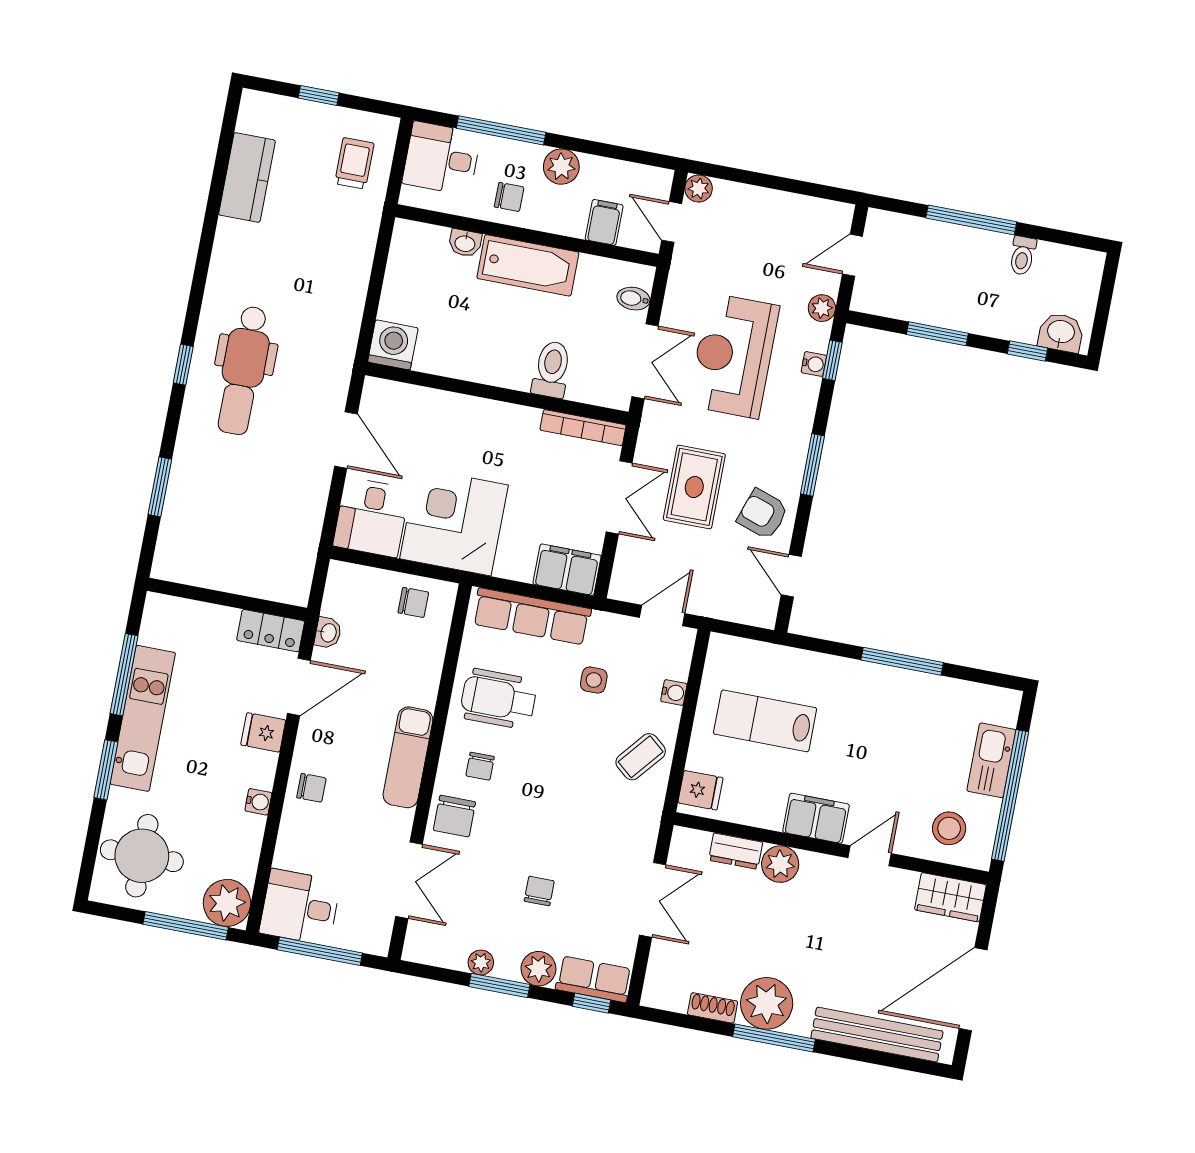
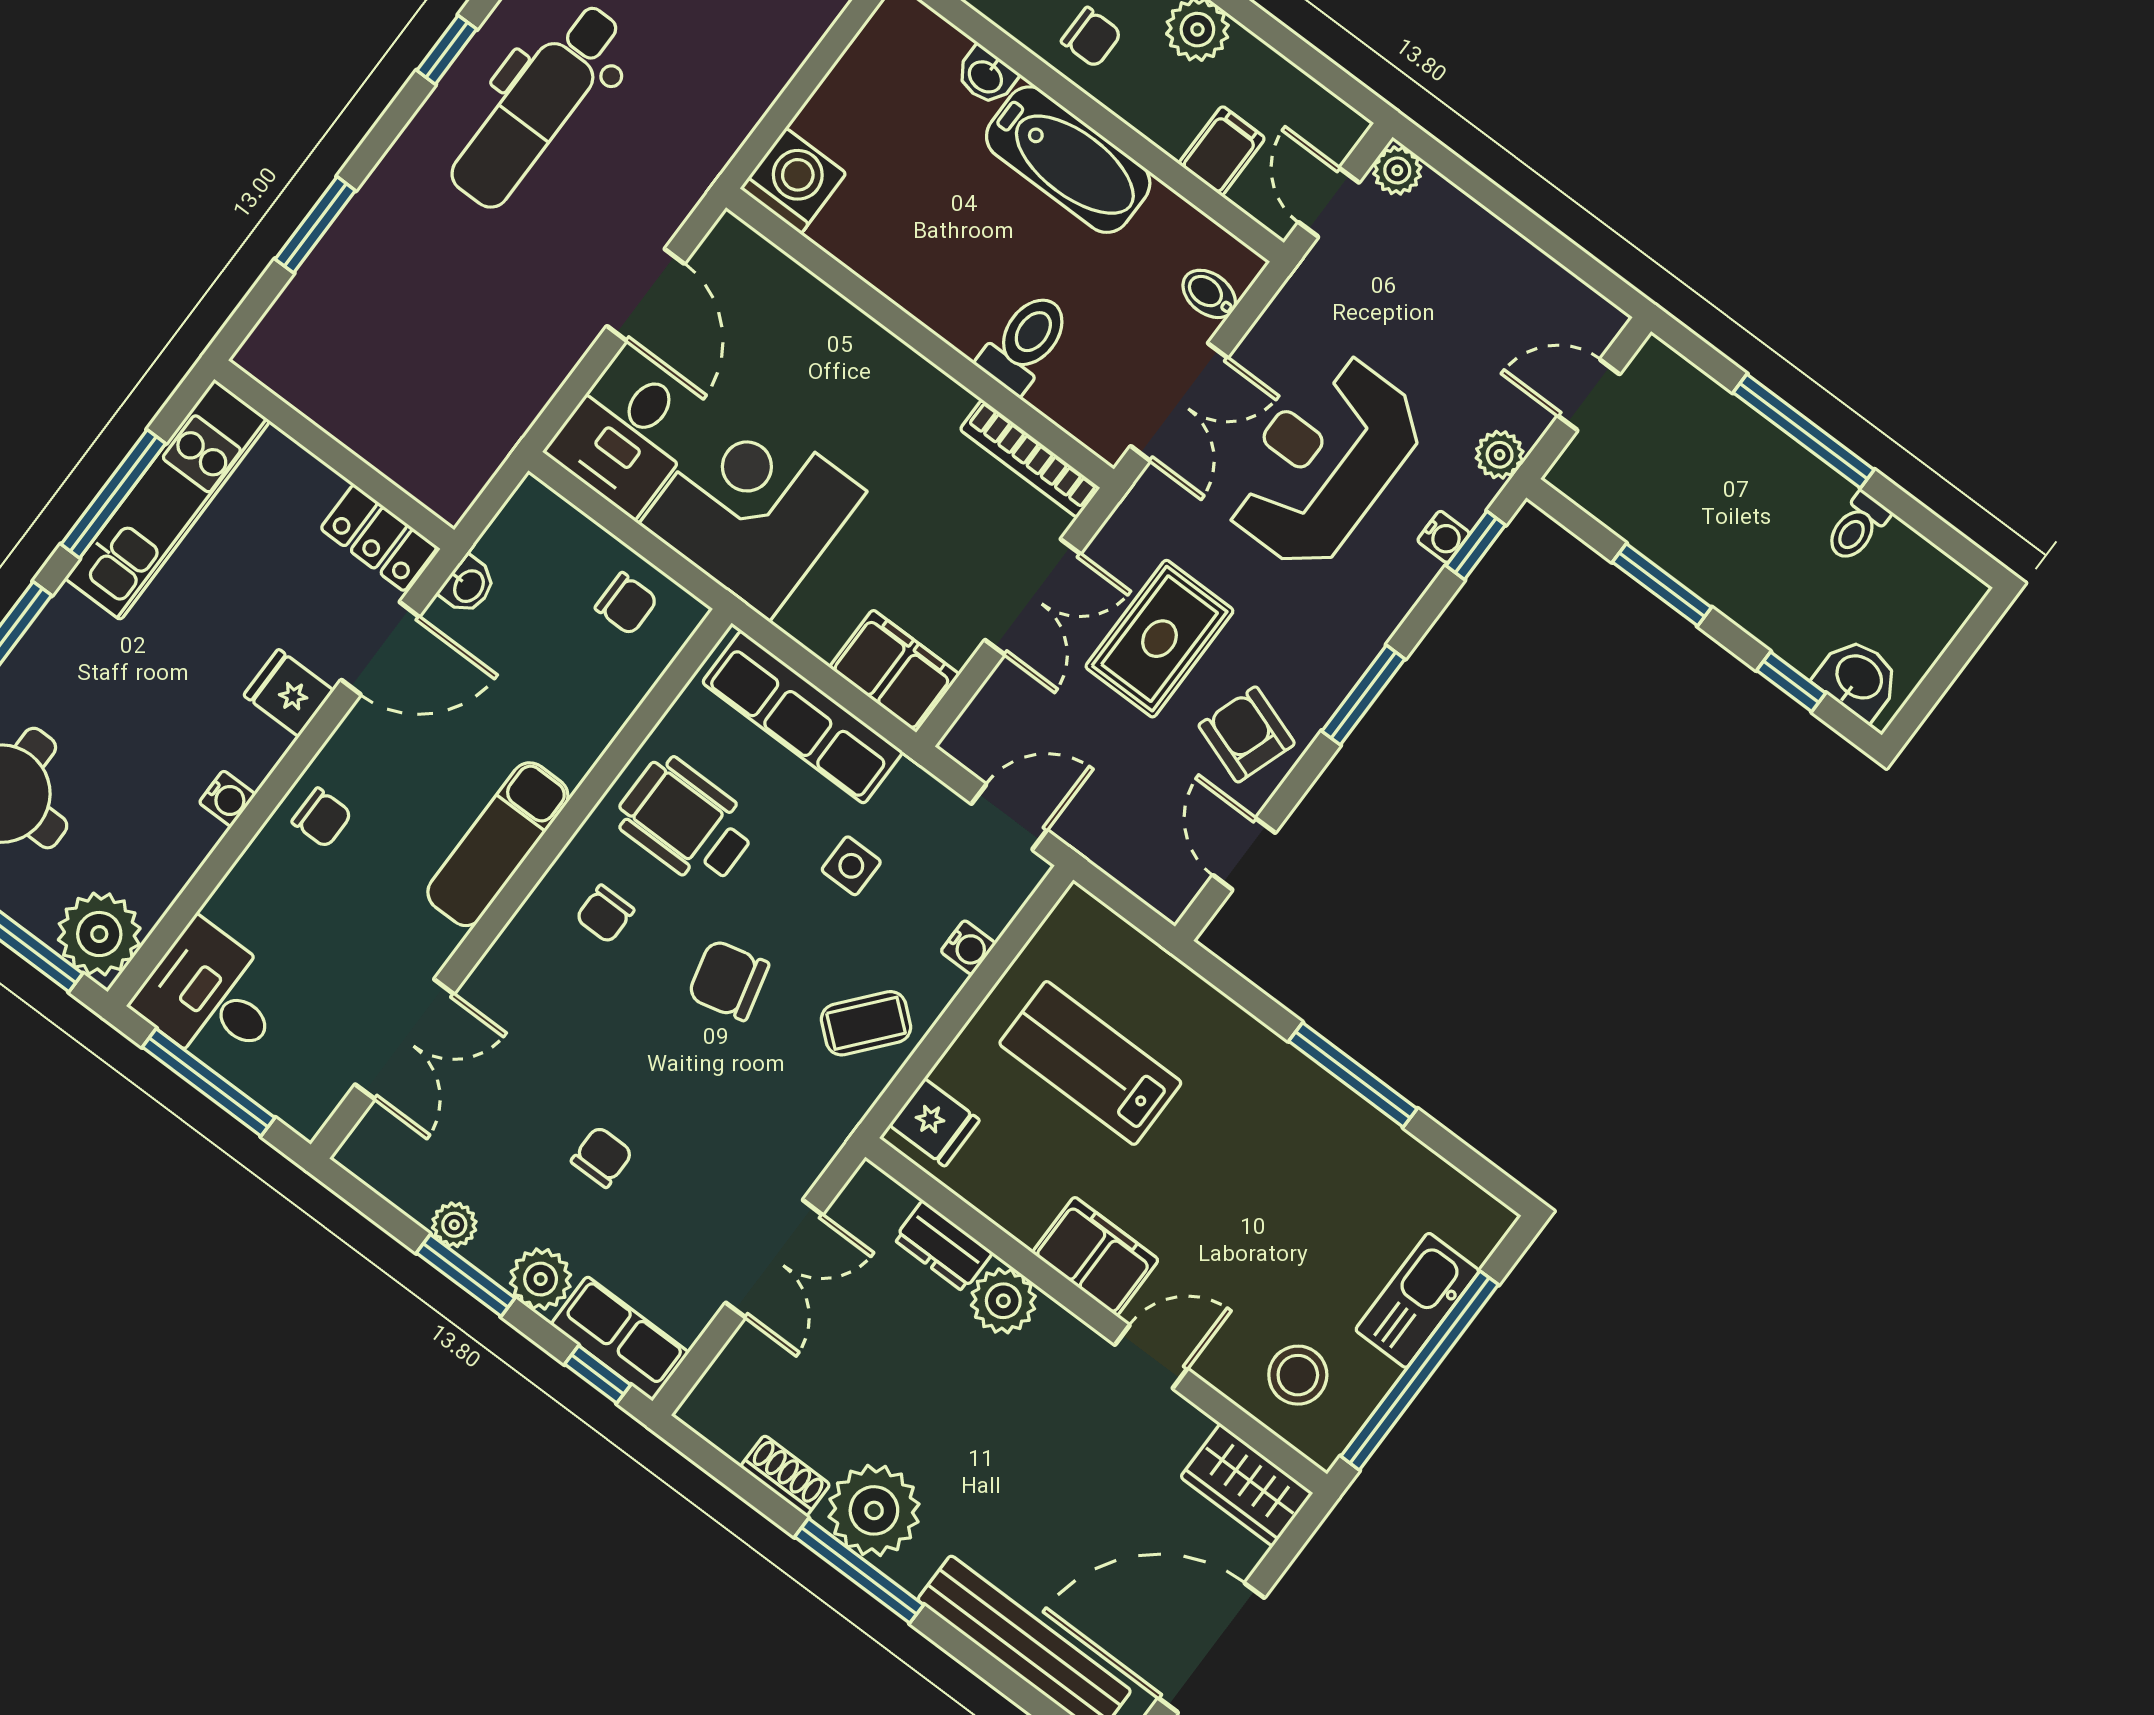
kitchen unit: (143, 718) -> (167, 500), moved
chair: (454, 816) -> (728, 980), moved, turned 76

